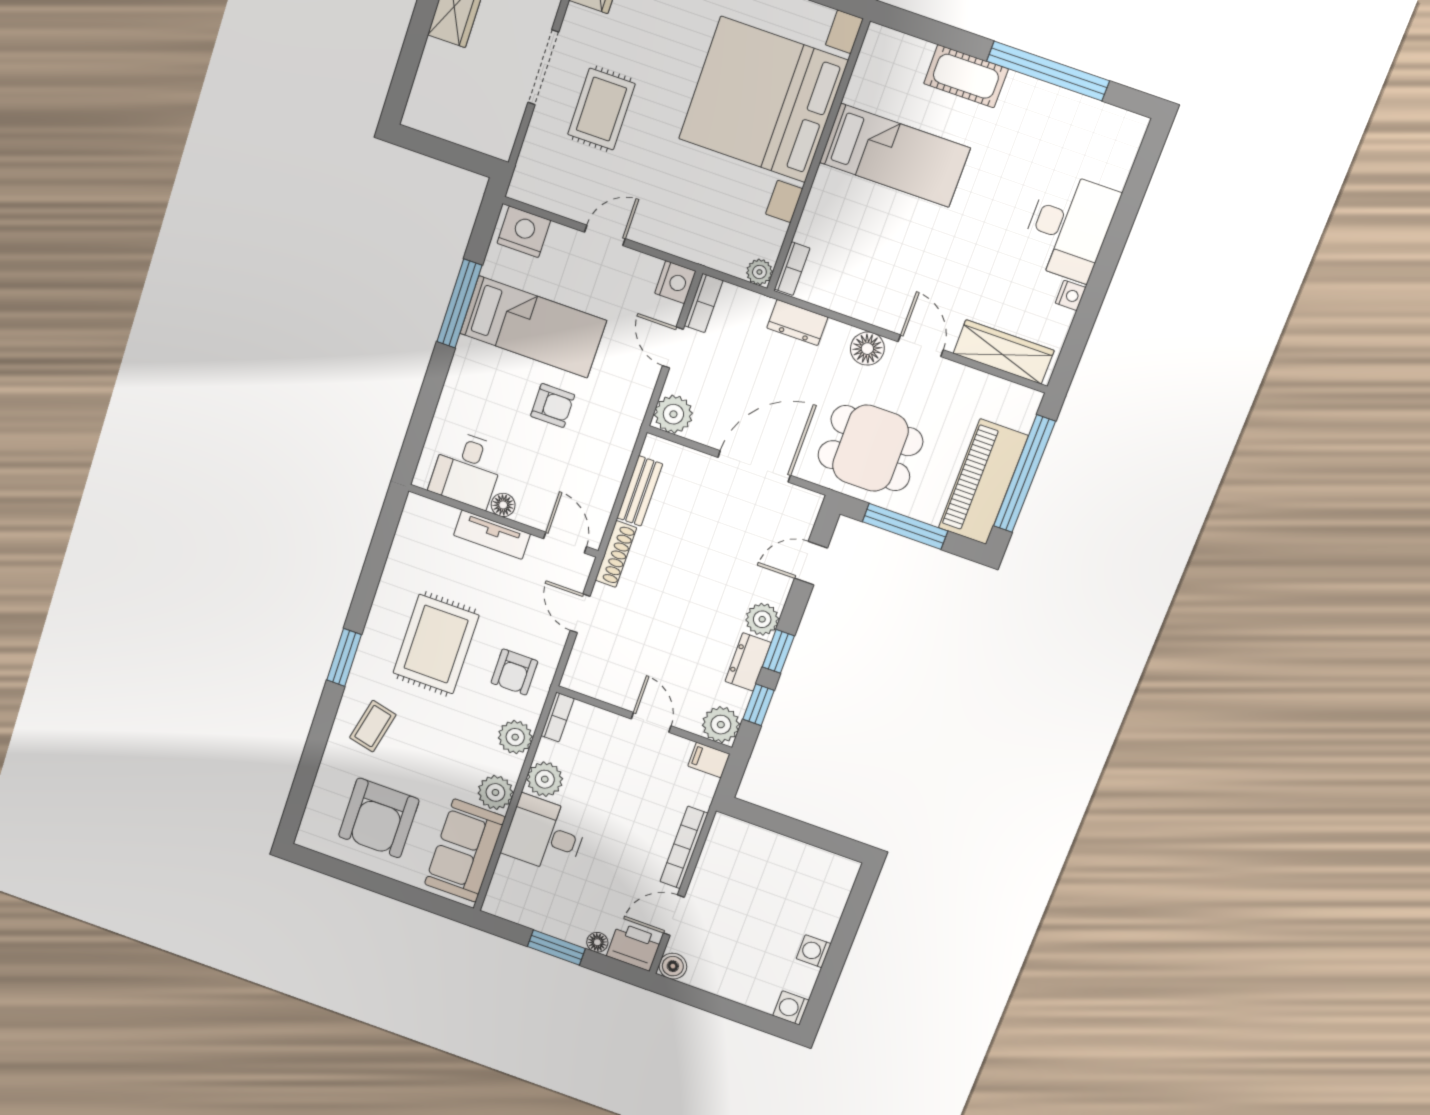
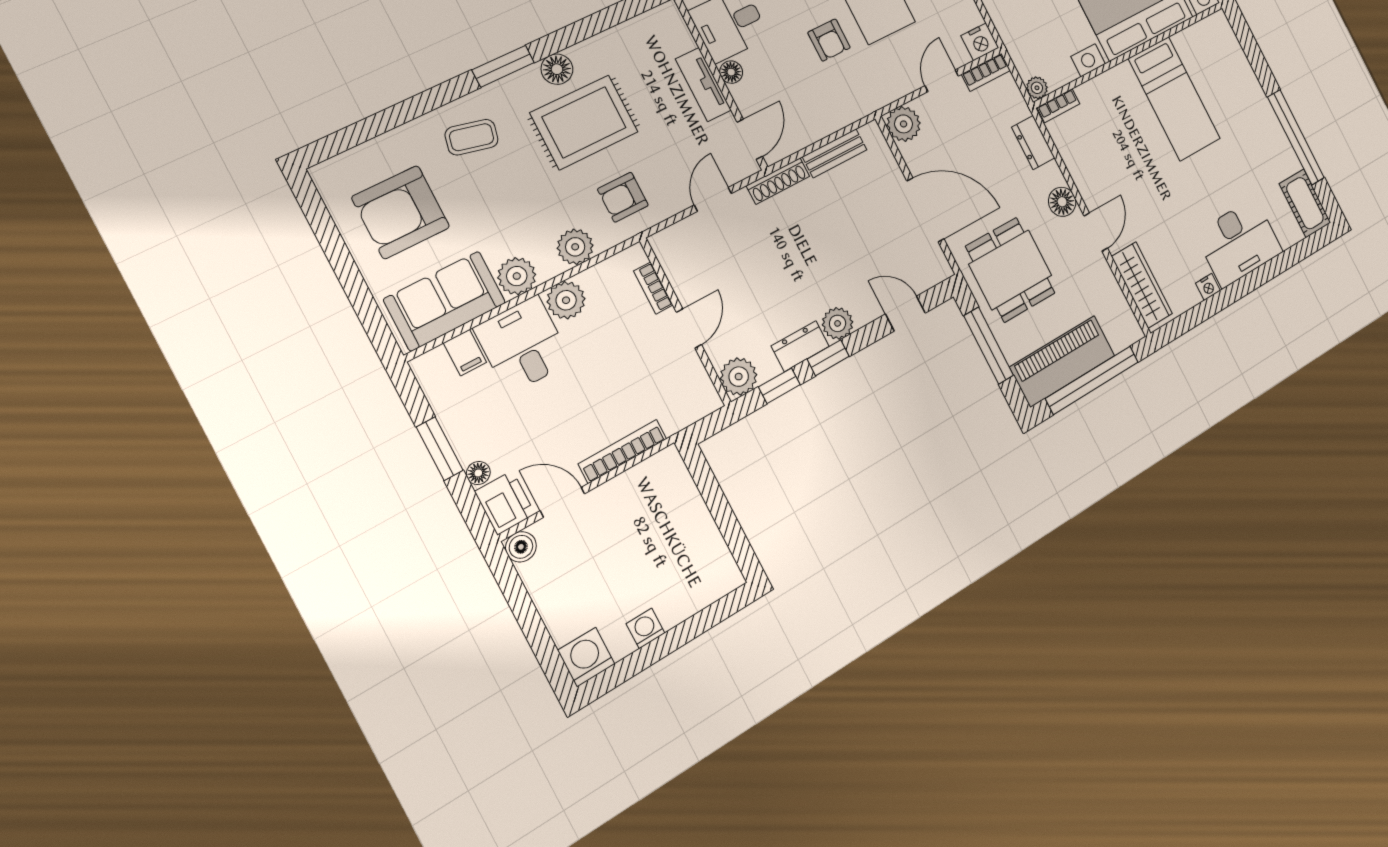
cot: (966, 76) -> (1305, 203), moved
floor lamp: (381, 624) -> (557, 69), added
bookcase: (557, 717) -> (653, 288), moved, turned 90
filing cabinet: (709, 760) -> (465, 353), moved, turned 180
washing machine: (791, 1008) -> (586, 657), width x1.38, depth x1.38

